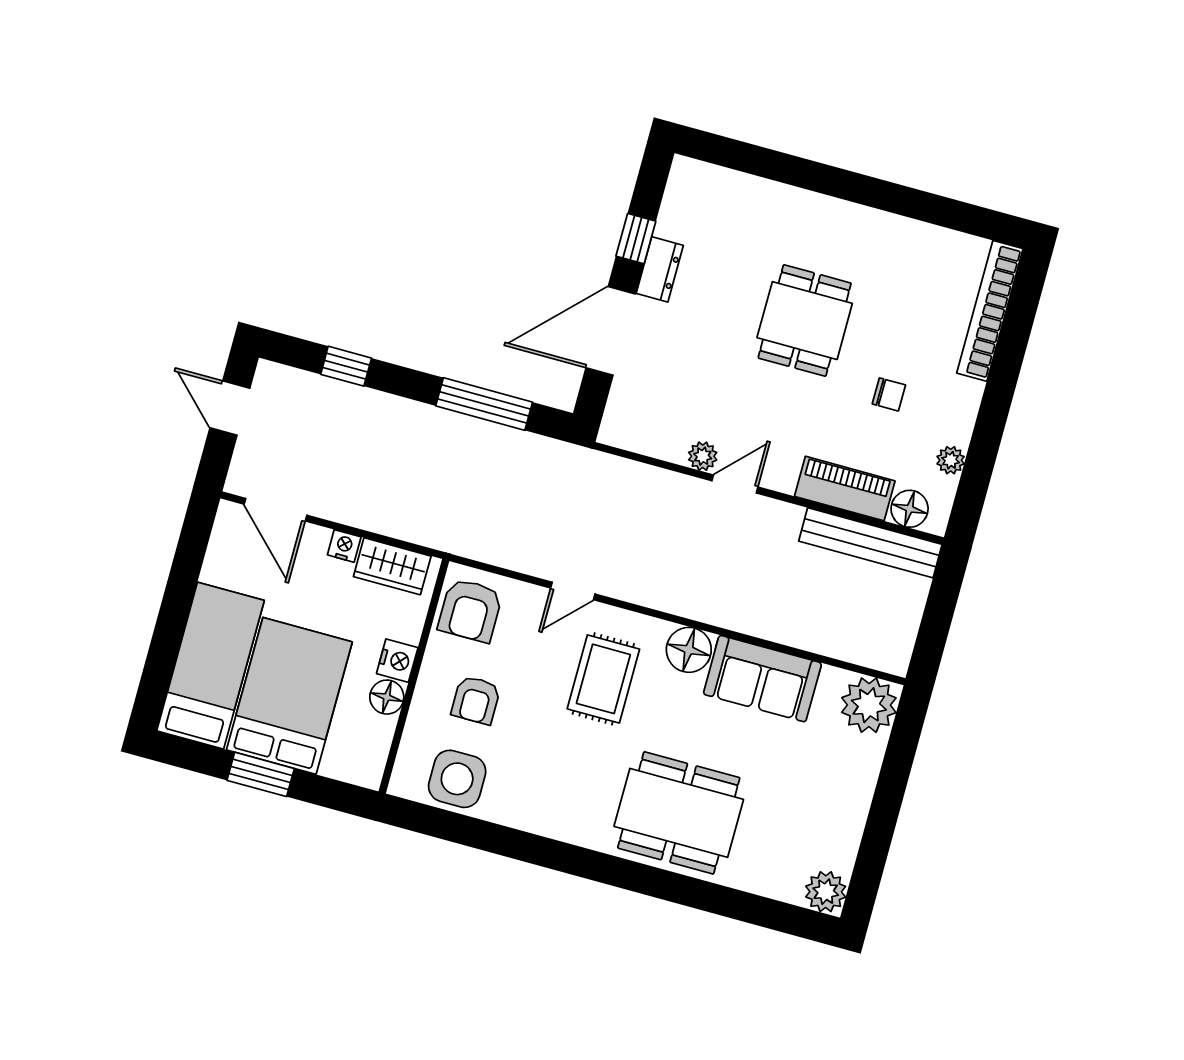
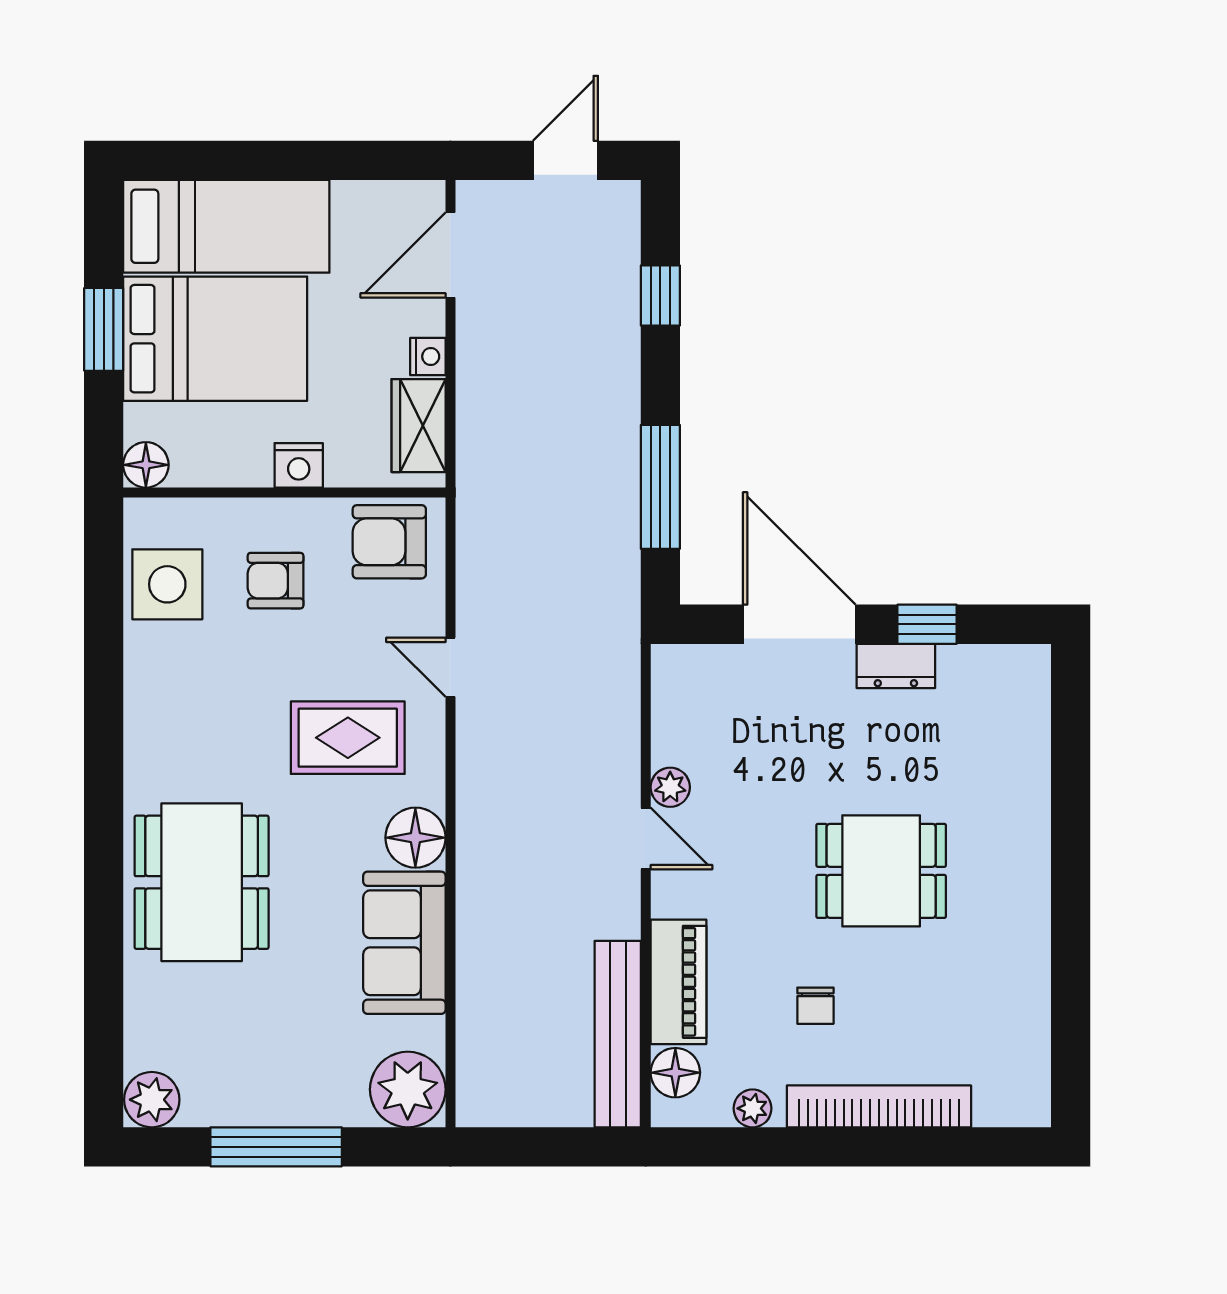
bookcase: (990, 311) -> (879, 1106), moved
floor lamp: (387, 697) -> (146, 465), moved
window: (884, 811) -> (276, 1147), added

